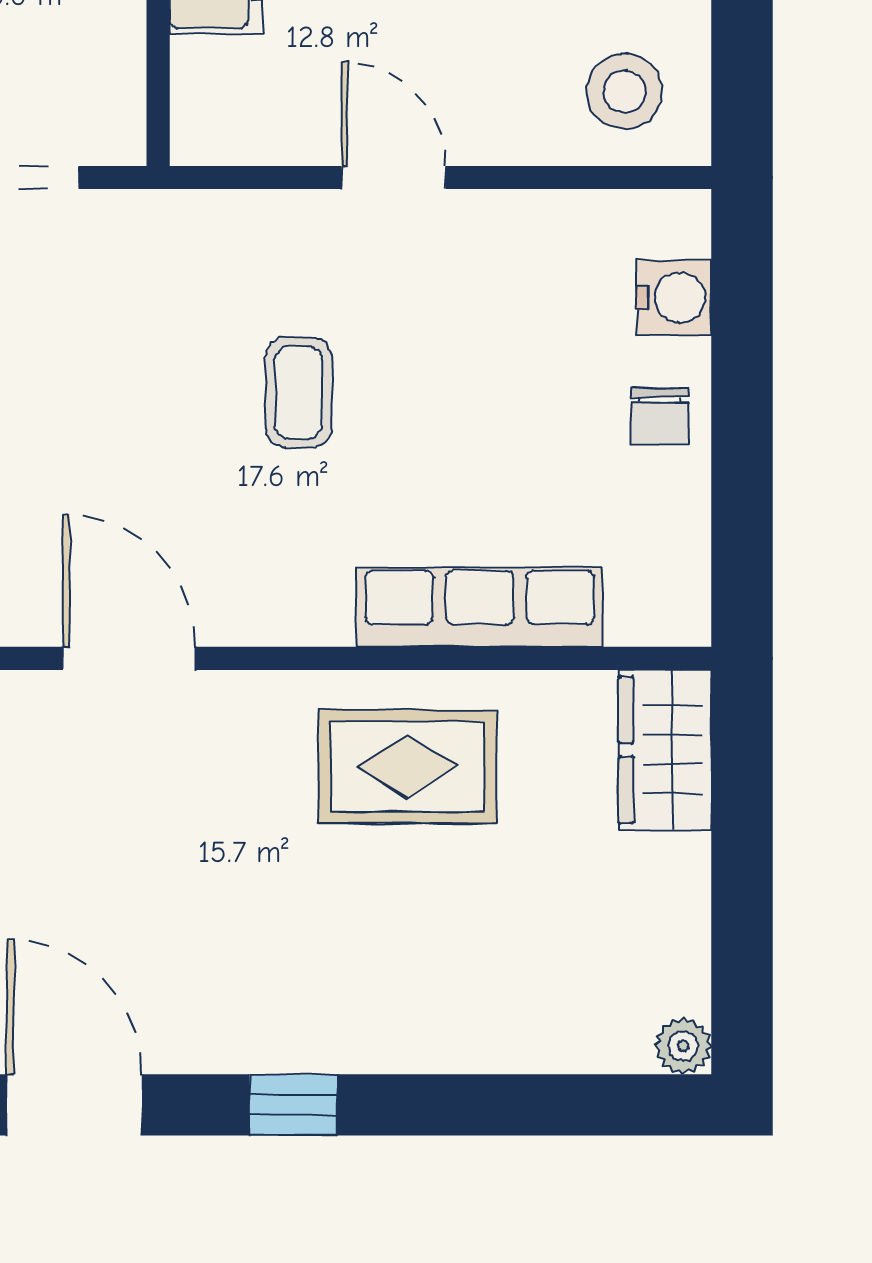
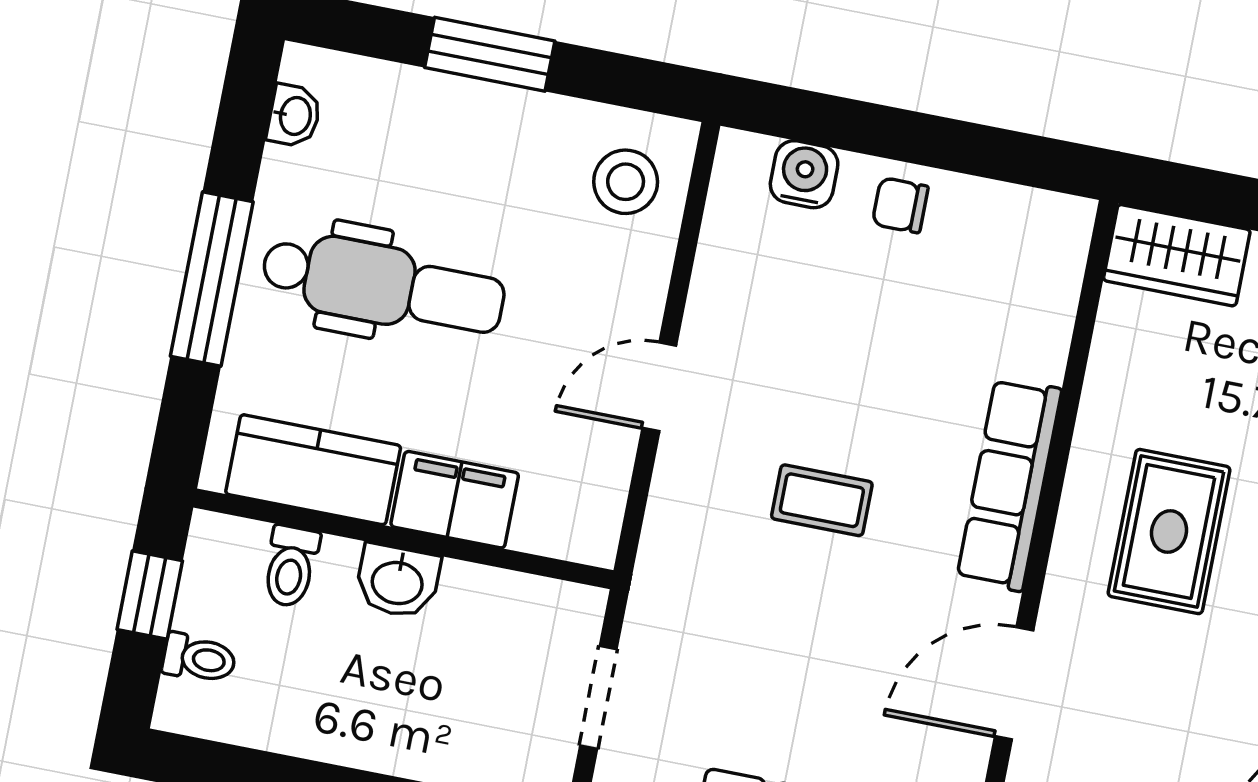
chair: (660, 416) -> (900, 205), turned 180
row of seats: (480, 607) -> (1009, 484), moved
rug: (407, 767) -> (1169, 532), moved

